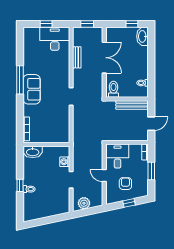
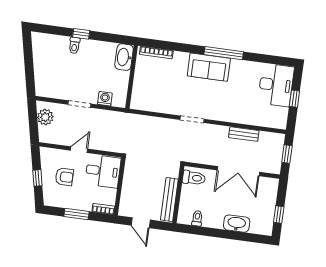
washbasin: (143, 36) -> (237, 224), moved
desk: (55, 39) -> (276, 85), moved

